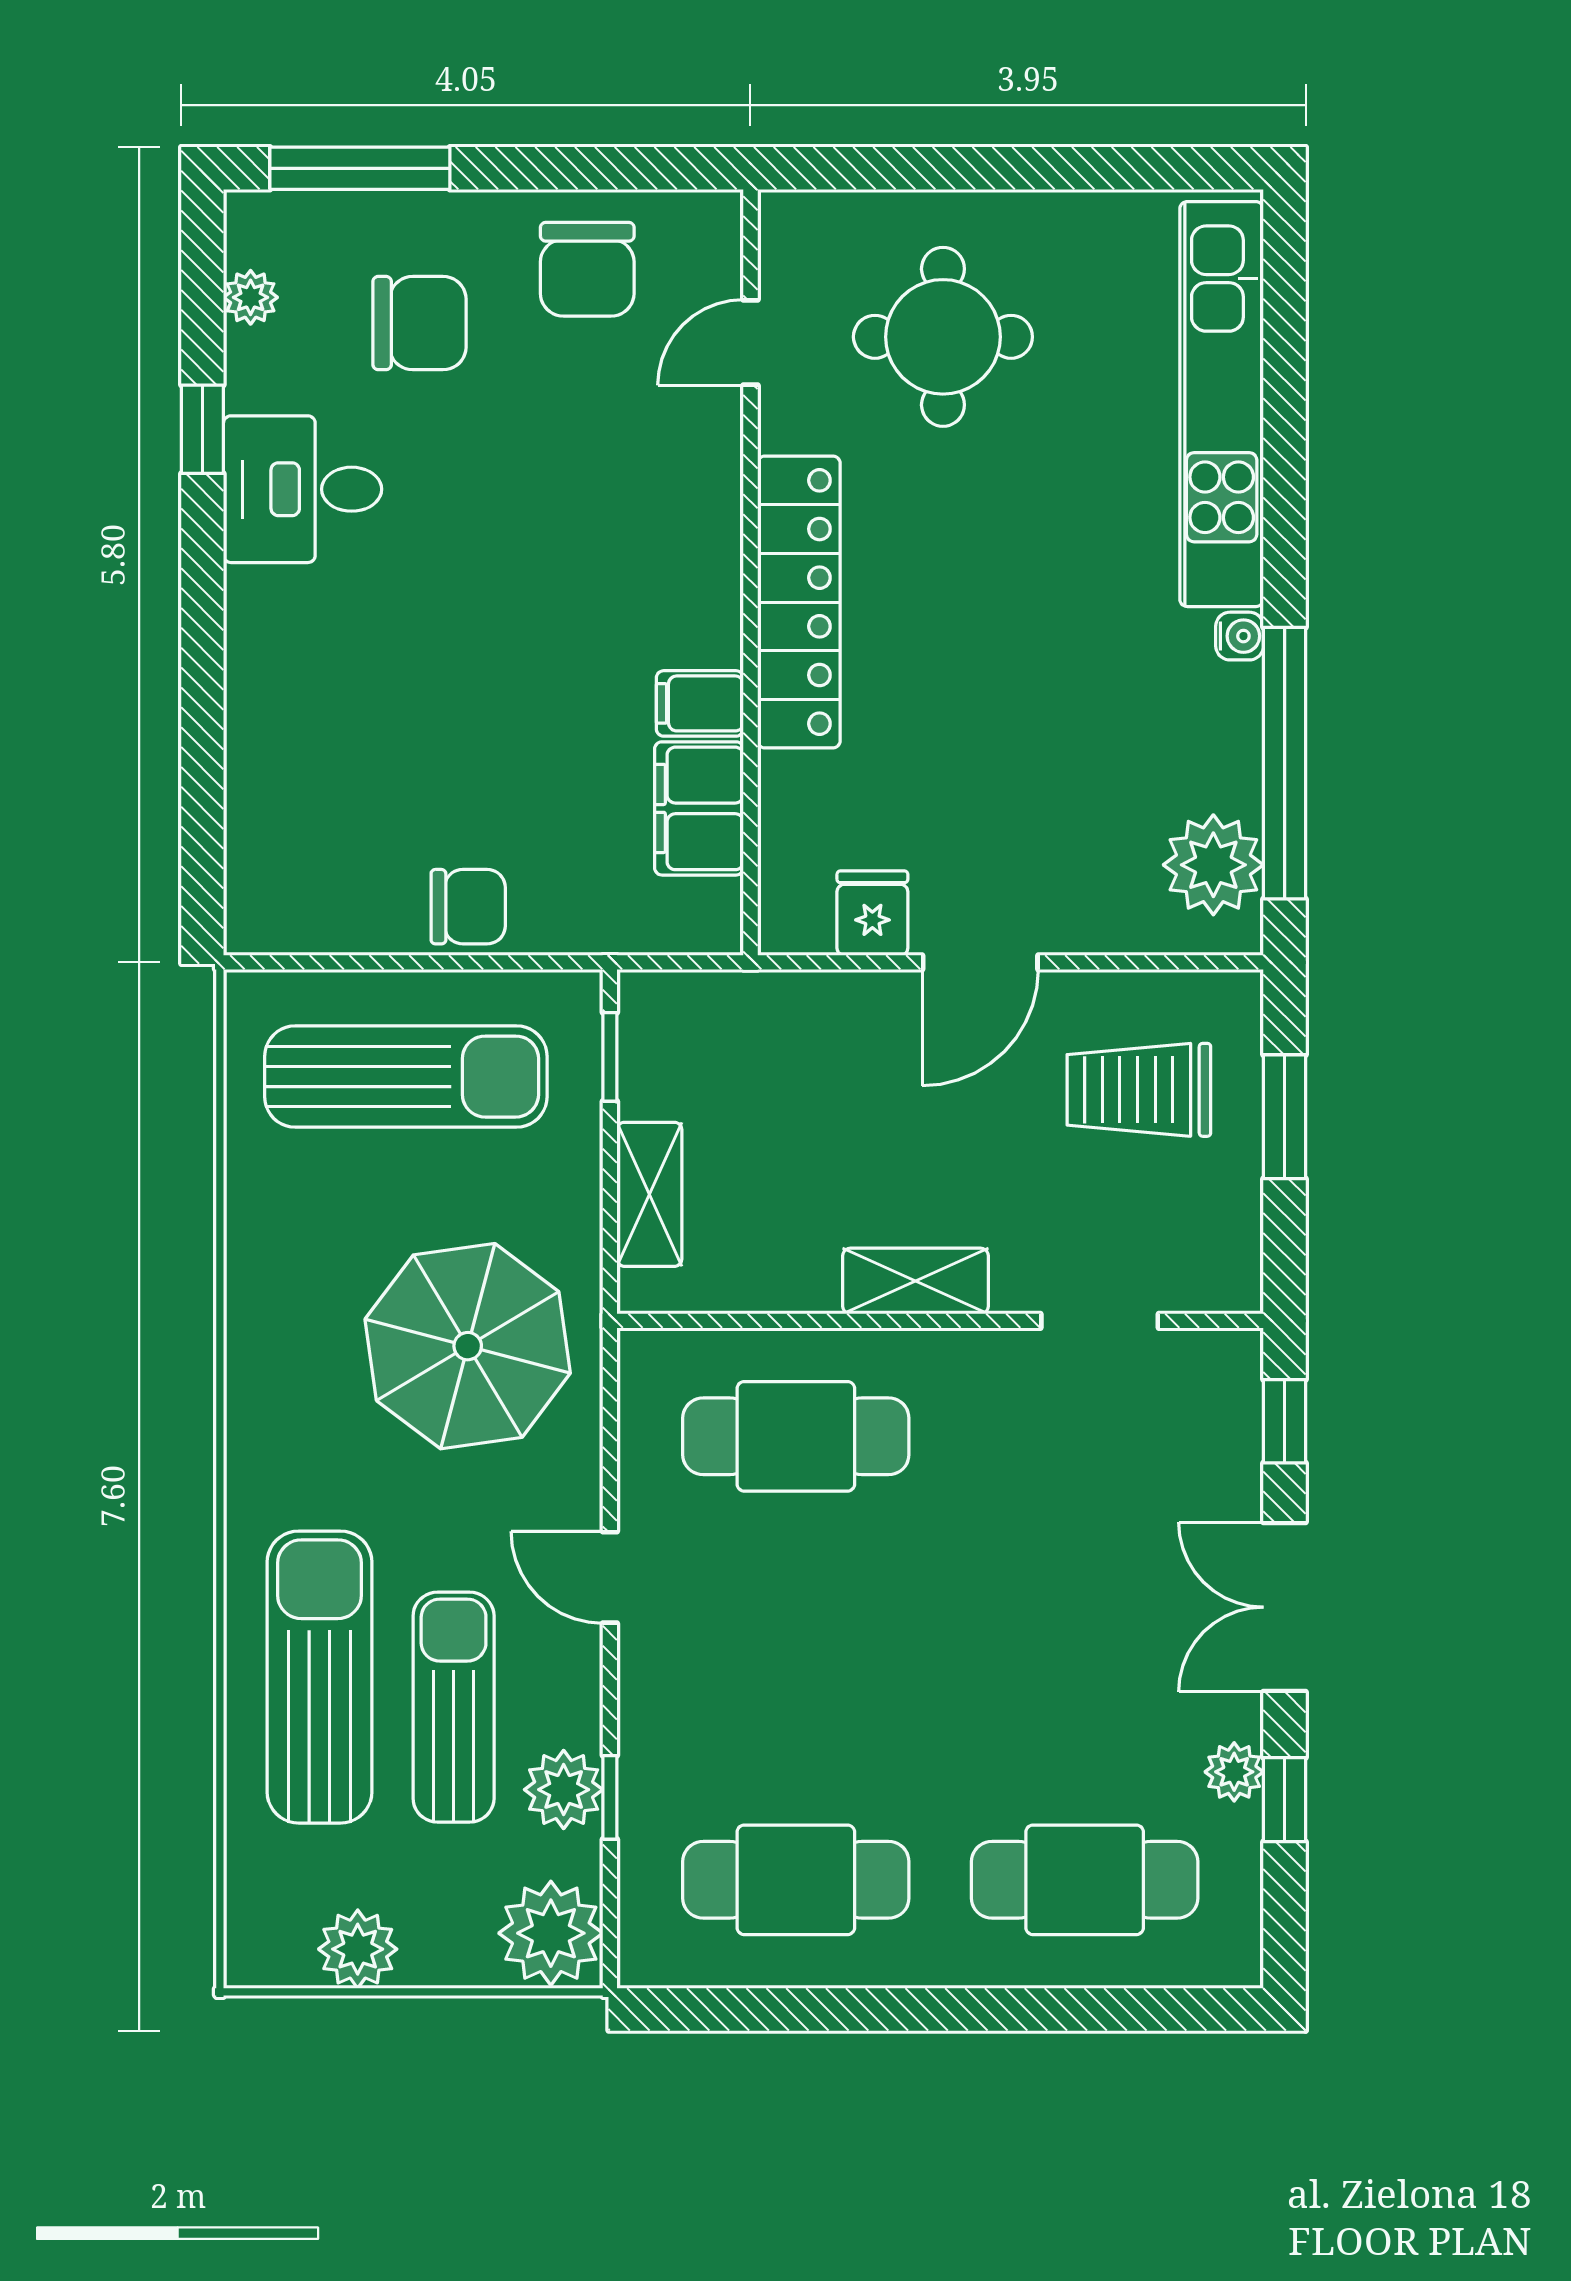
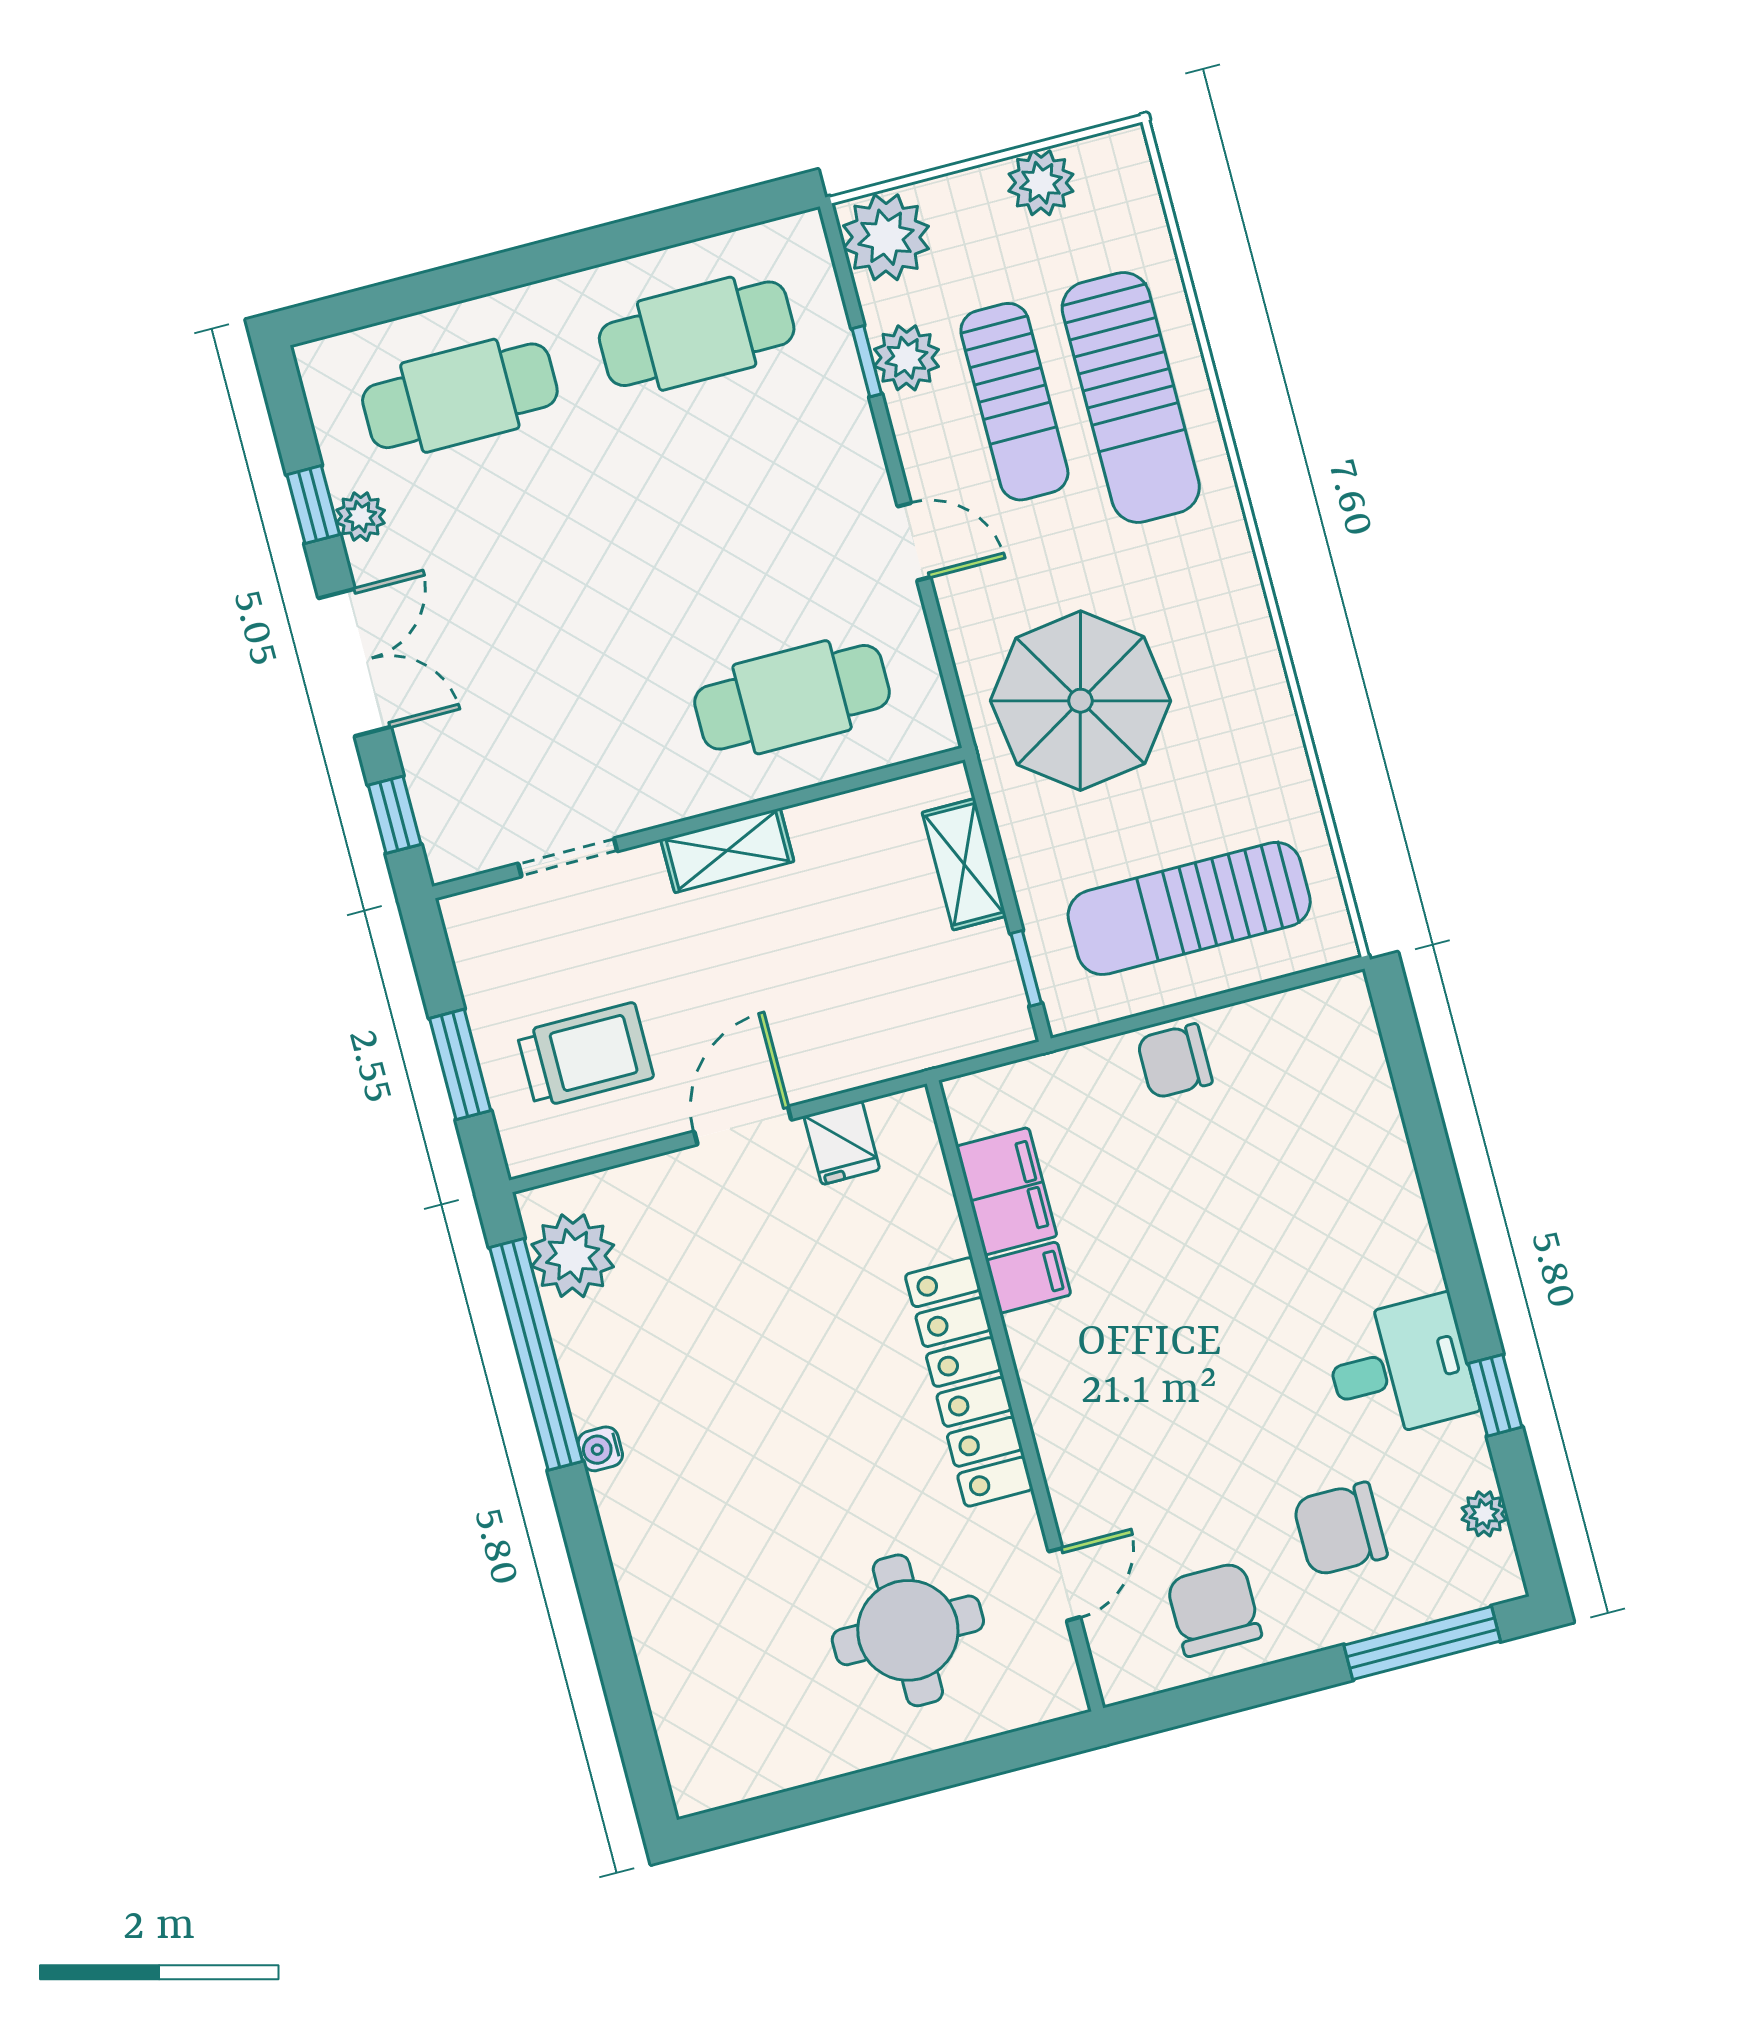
kitchen unit: (1222, 404) -> (665, 1635), removed

